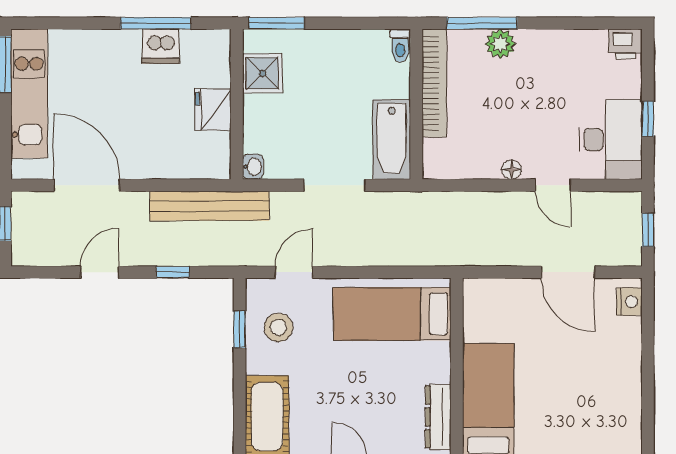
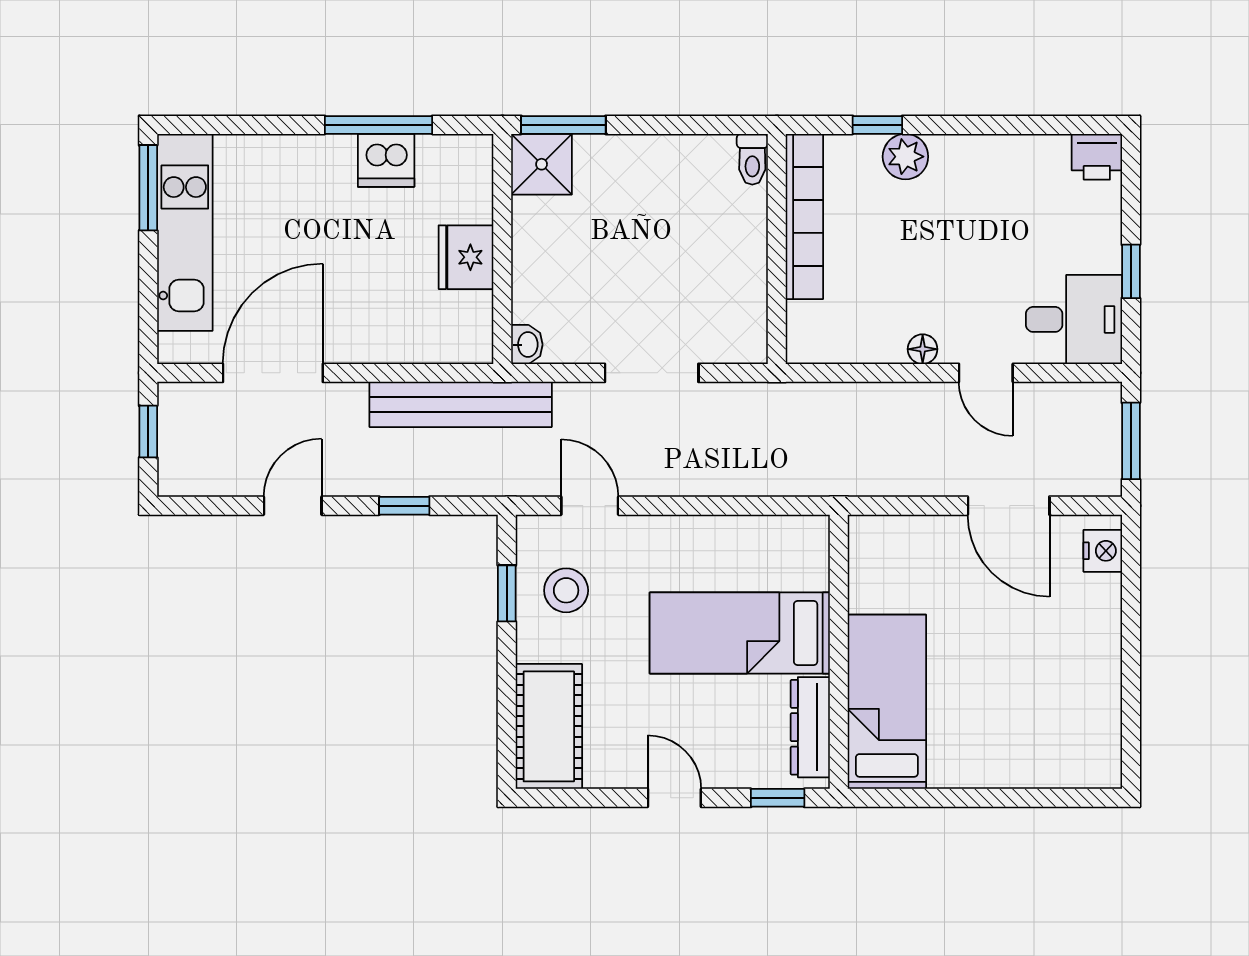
window: (482, 23) -> (877, 125), width x0.46
shower: (262, 73) -> (542, 164), moved
bathtub: (392, 139) -> (739, 303), removed
desk: (611, 139) -> (1074, 319), width x0.73
door: (87, 185) -> (273, 373), hinge flipped
window: (648, 230) -> (1131, 441), width x1.50
door: (294, 272) -> (590, 506), hinge flipped
bed: (392, 314) -> (740, 633), moved

